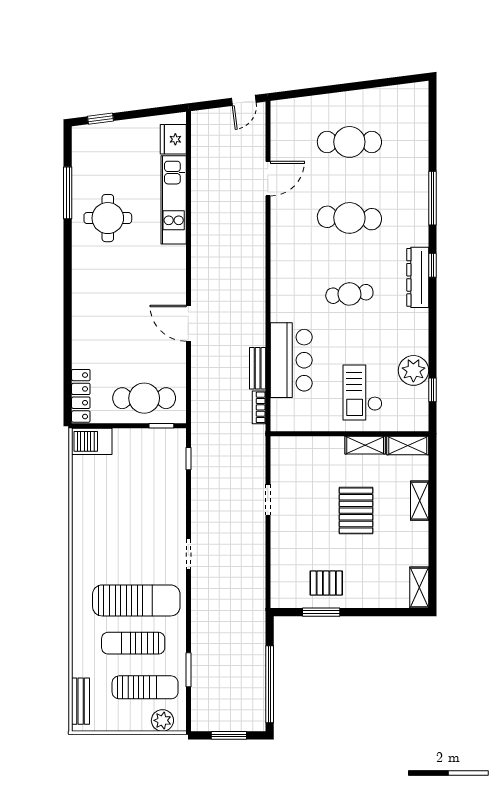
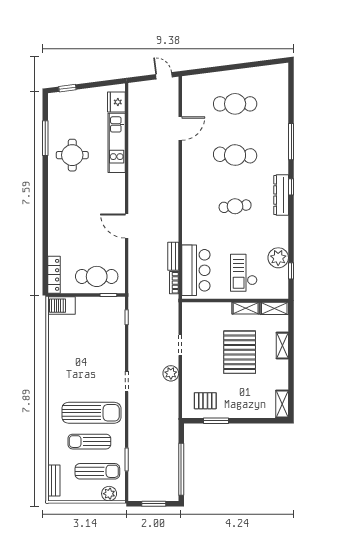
door: (244, 100) -> (164, 76), swing flipped
bar counter: (291, 360) -> (196, 270), moved
pallet: (356, 511) -> (240, 352), width x1.37, depth x1.41
plant: (254, 542) -> (171, 373), added
pallet: (326, 583) -> (205, 401), moved

